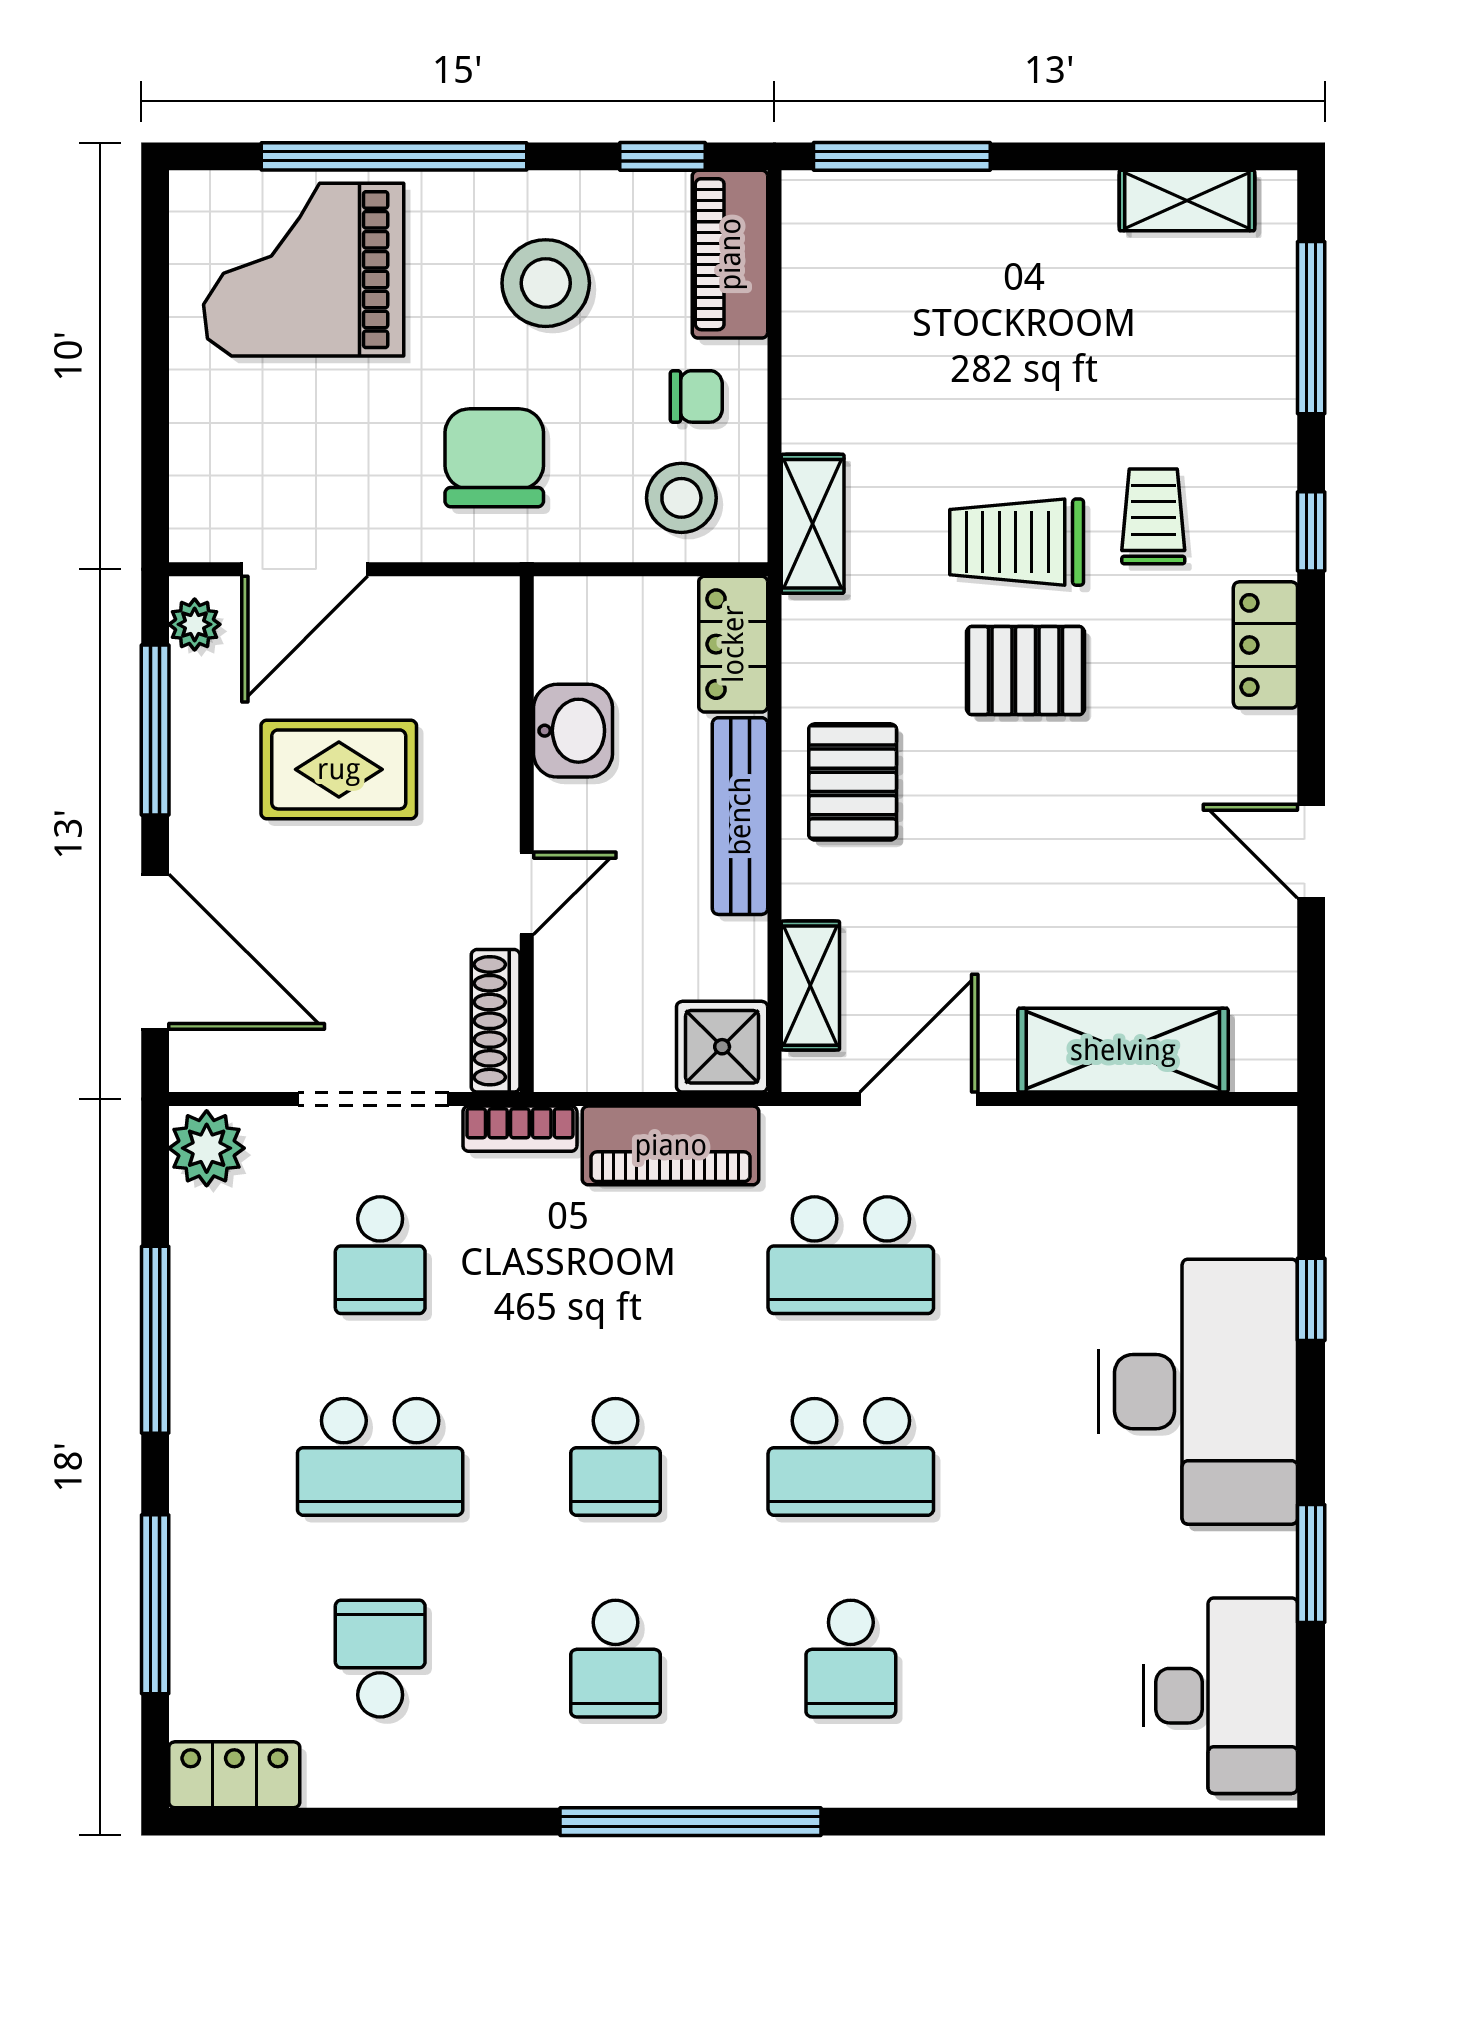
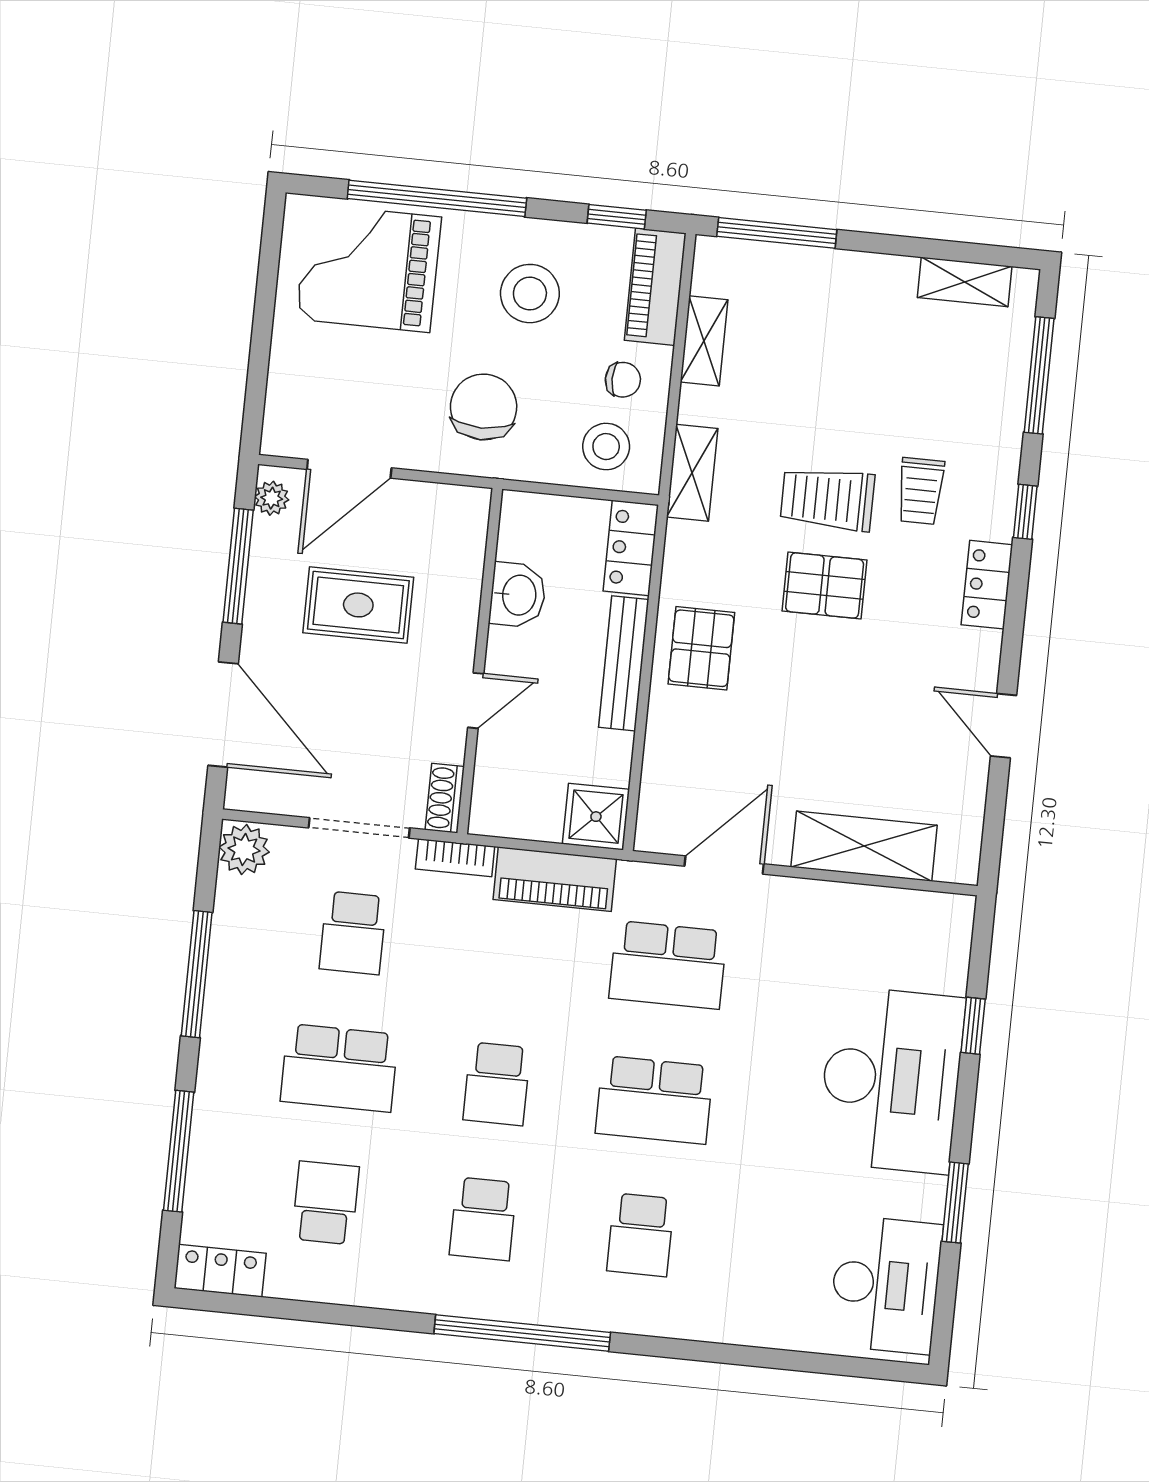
trolley: (1153, 516) -> (921, 491), turned 180
shelving: (810, 986) -> (704, 341), moved
shoe rack: (496, 1021) -> (445, 798), width x0.70

